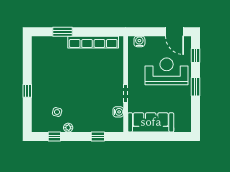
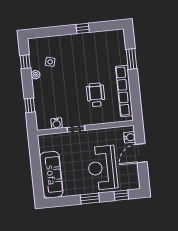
door: (175, 32) -> (141, 153), moved
wheelchair: (94, 71) -> (96, 95), added
reception desk: (167, 71) -> (102, 168), turned 180
window: (27, 91) -> (83, 28), moved
sofa: (151, 122) -> (51, 175), moved

